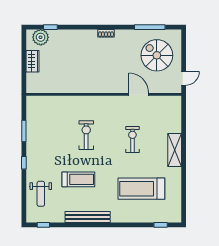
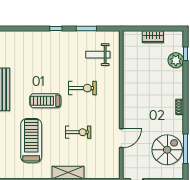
plant: (41, 37) -> (176, 60), moved
spiral stairs: (157, 55) -> (167, 150), moved
treadmill: (78, 179) -> (45, 101), moved, turned 90
weight bench: (41, 194) -> (98, 55), moved

